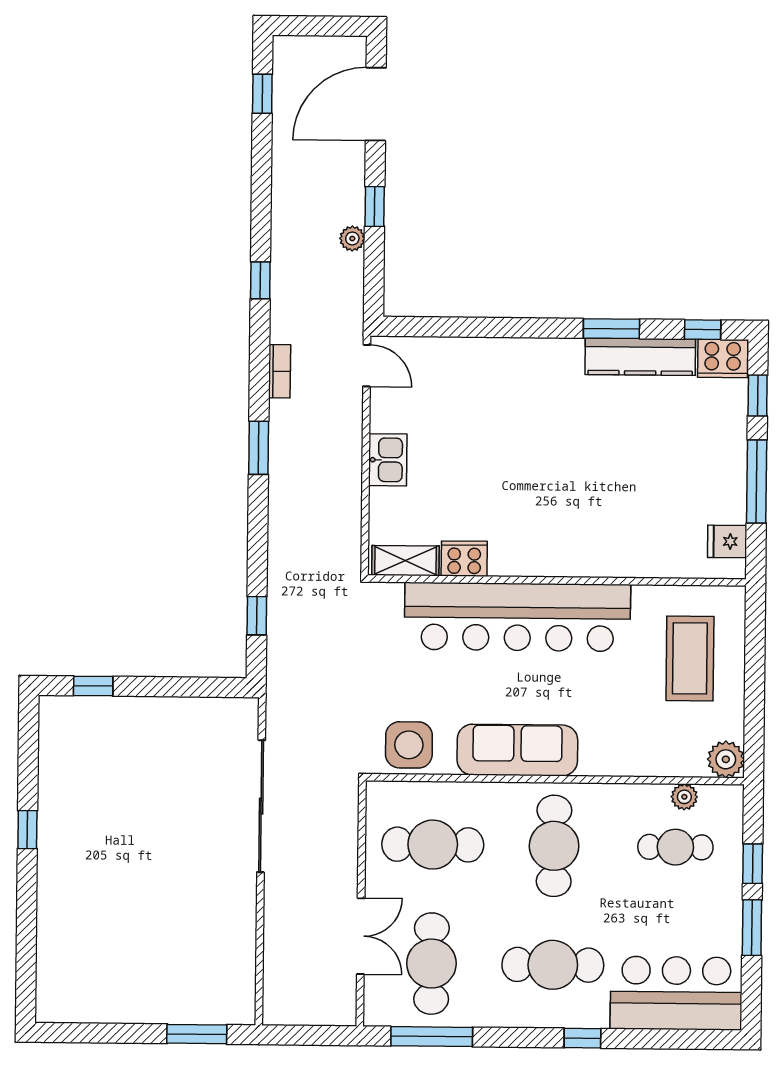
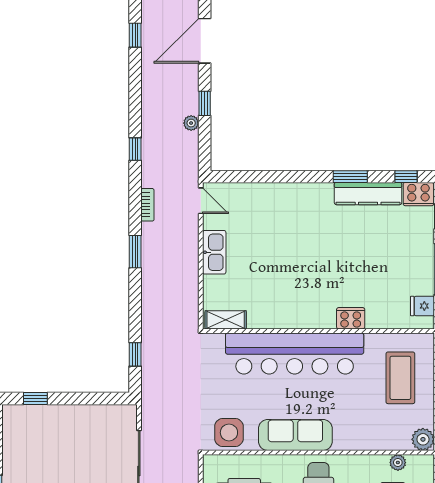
kitchen sink: (388, 460) -> (214, 252), width x1.38
cooker: (464, 559) -> (351, 318), moved

